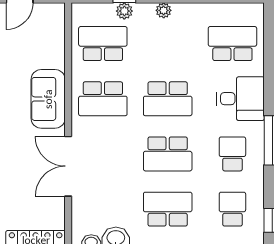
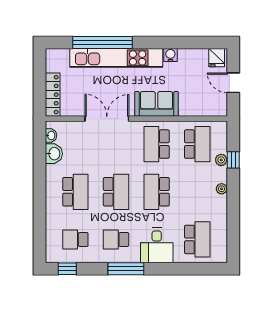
school desk: (168, 154) -> (116, 192), turned 180
school desk: (232, 154) -> (116, 239), turned 180
school desk: (232, 209) -> (75, 239), turned 180

